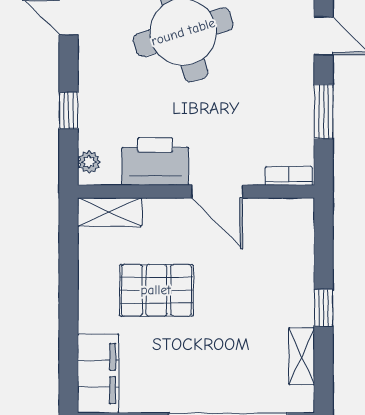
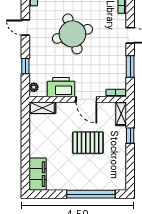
pallet: (156, 290) -> (88, 143), moved
window: (324, 308) -> (130, 136), moved
shelving: (302, 356) -> (121, 114), moved

